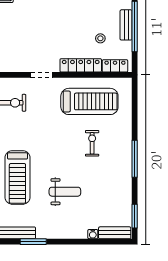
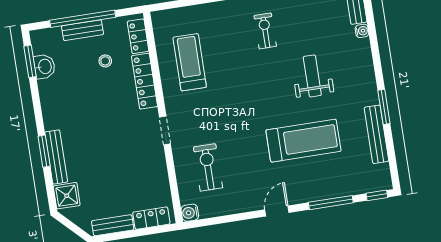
treadmill: (89, 101) -> (190, 62), width x0.73, depth x0.73
exercise bike: (92, 143) -> (265, 31), moved, turned 90

